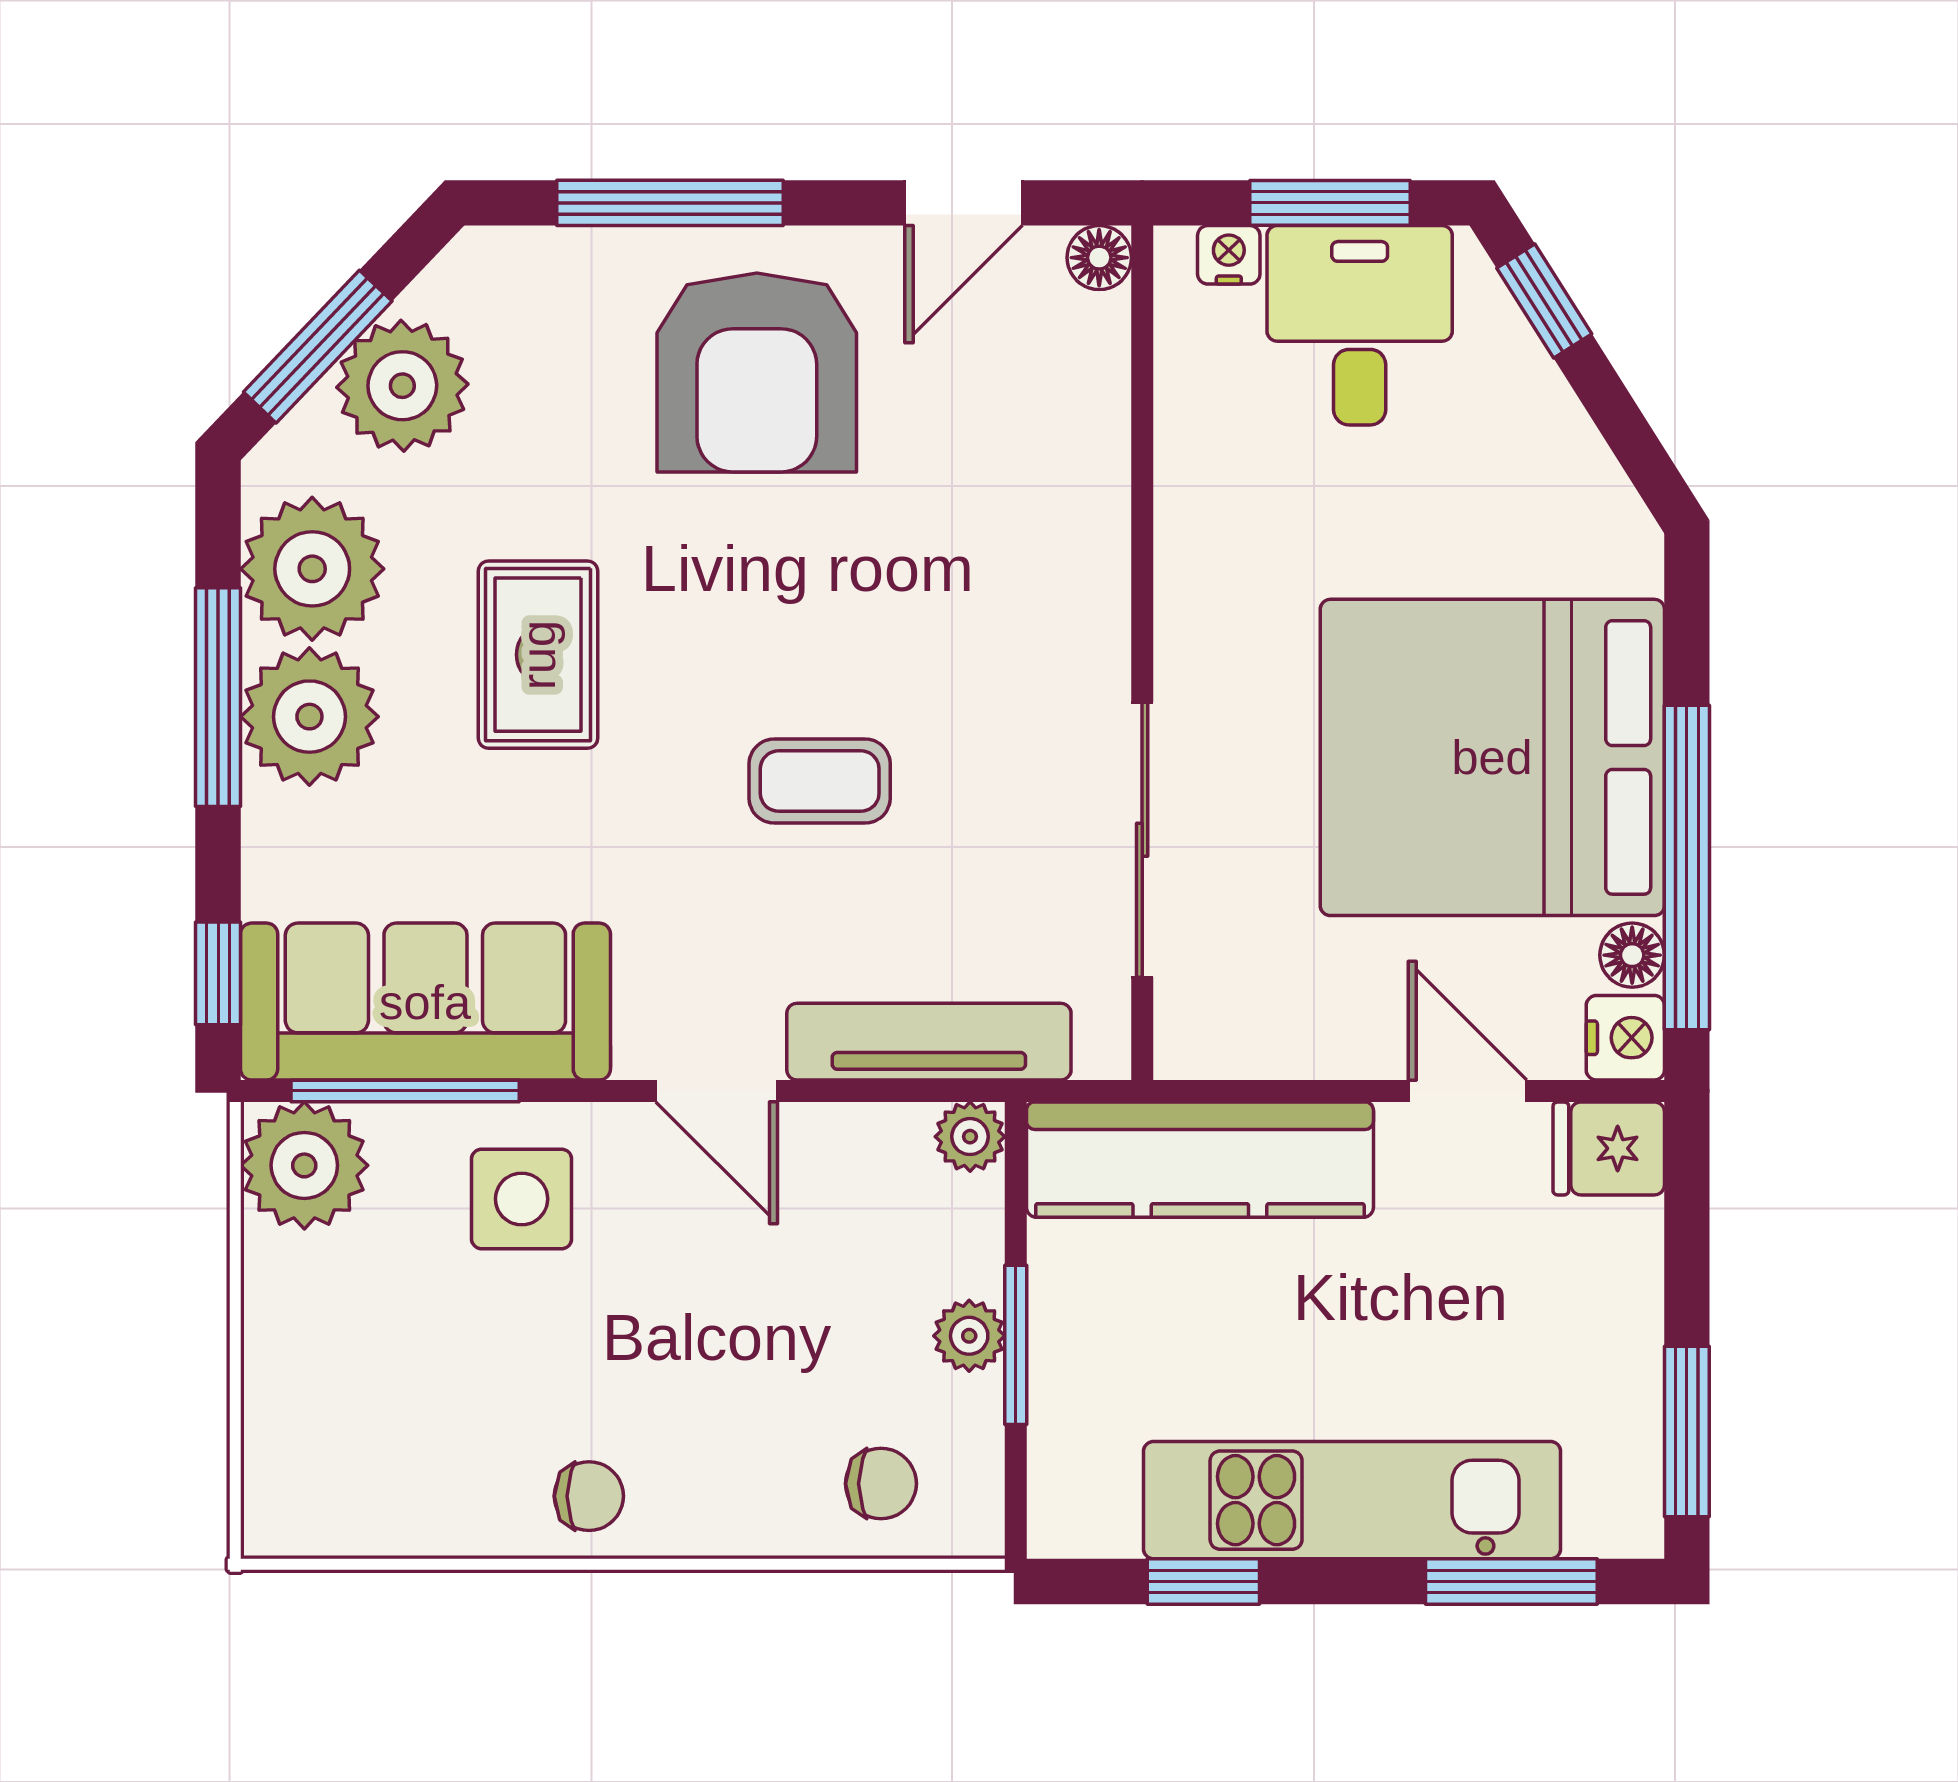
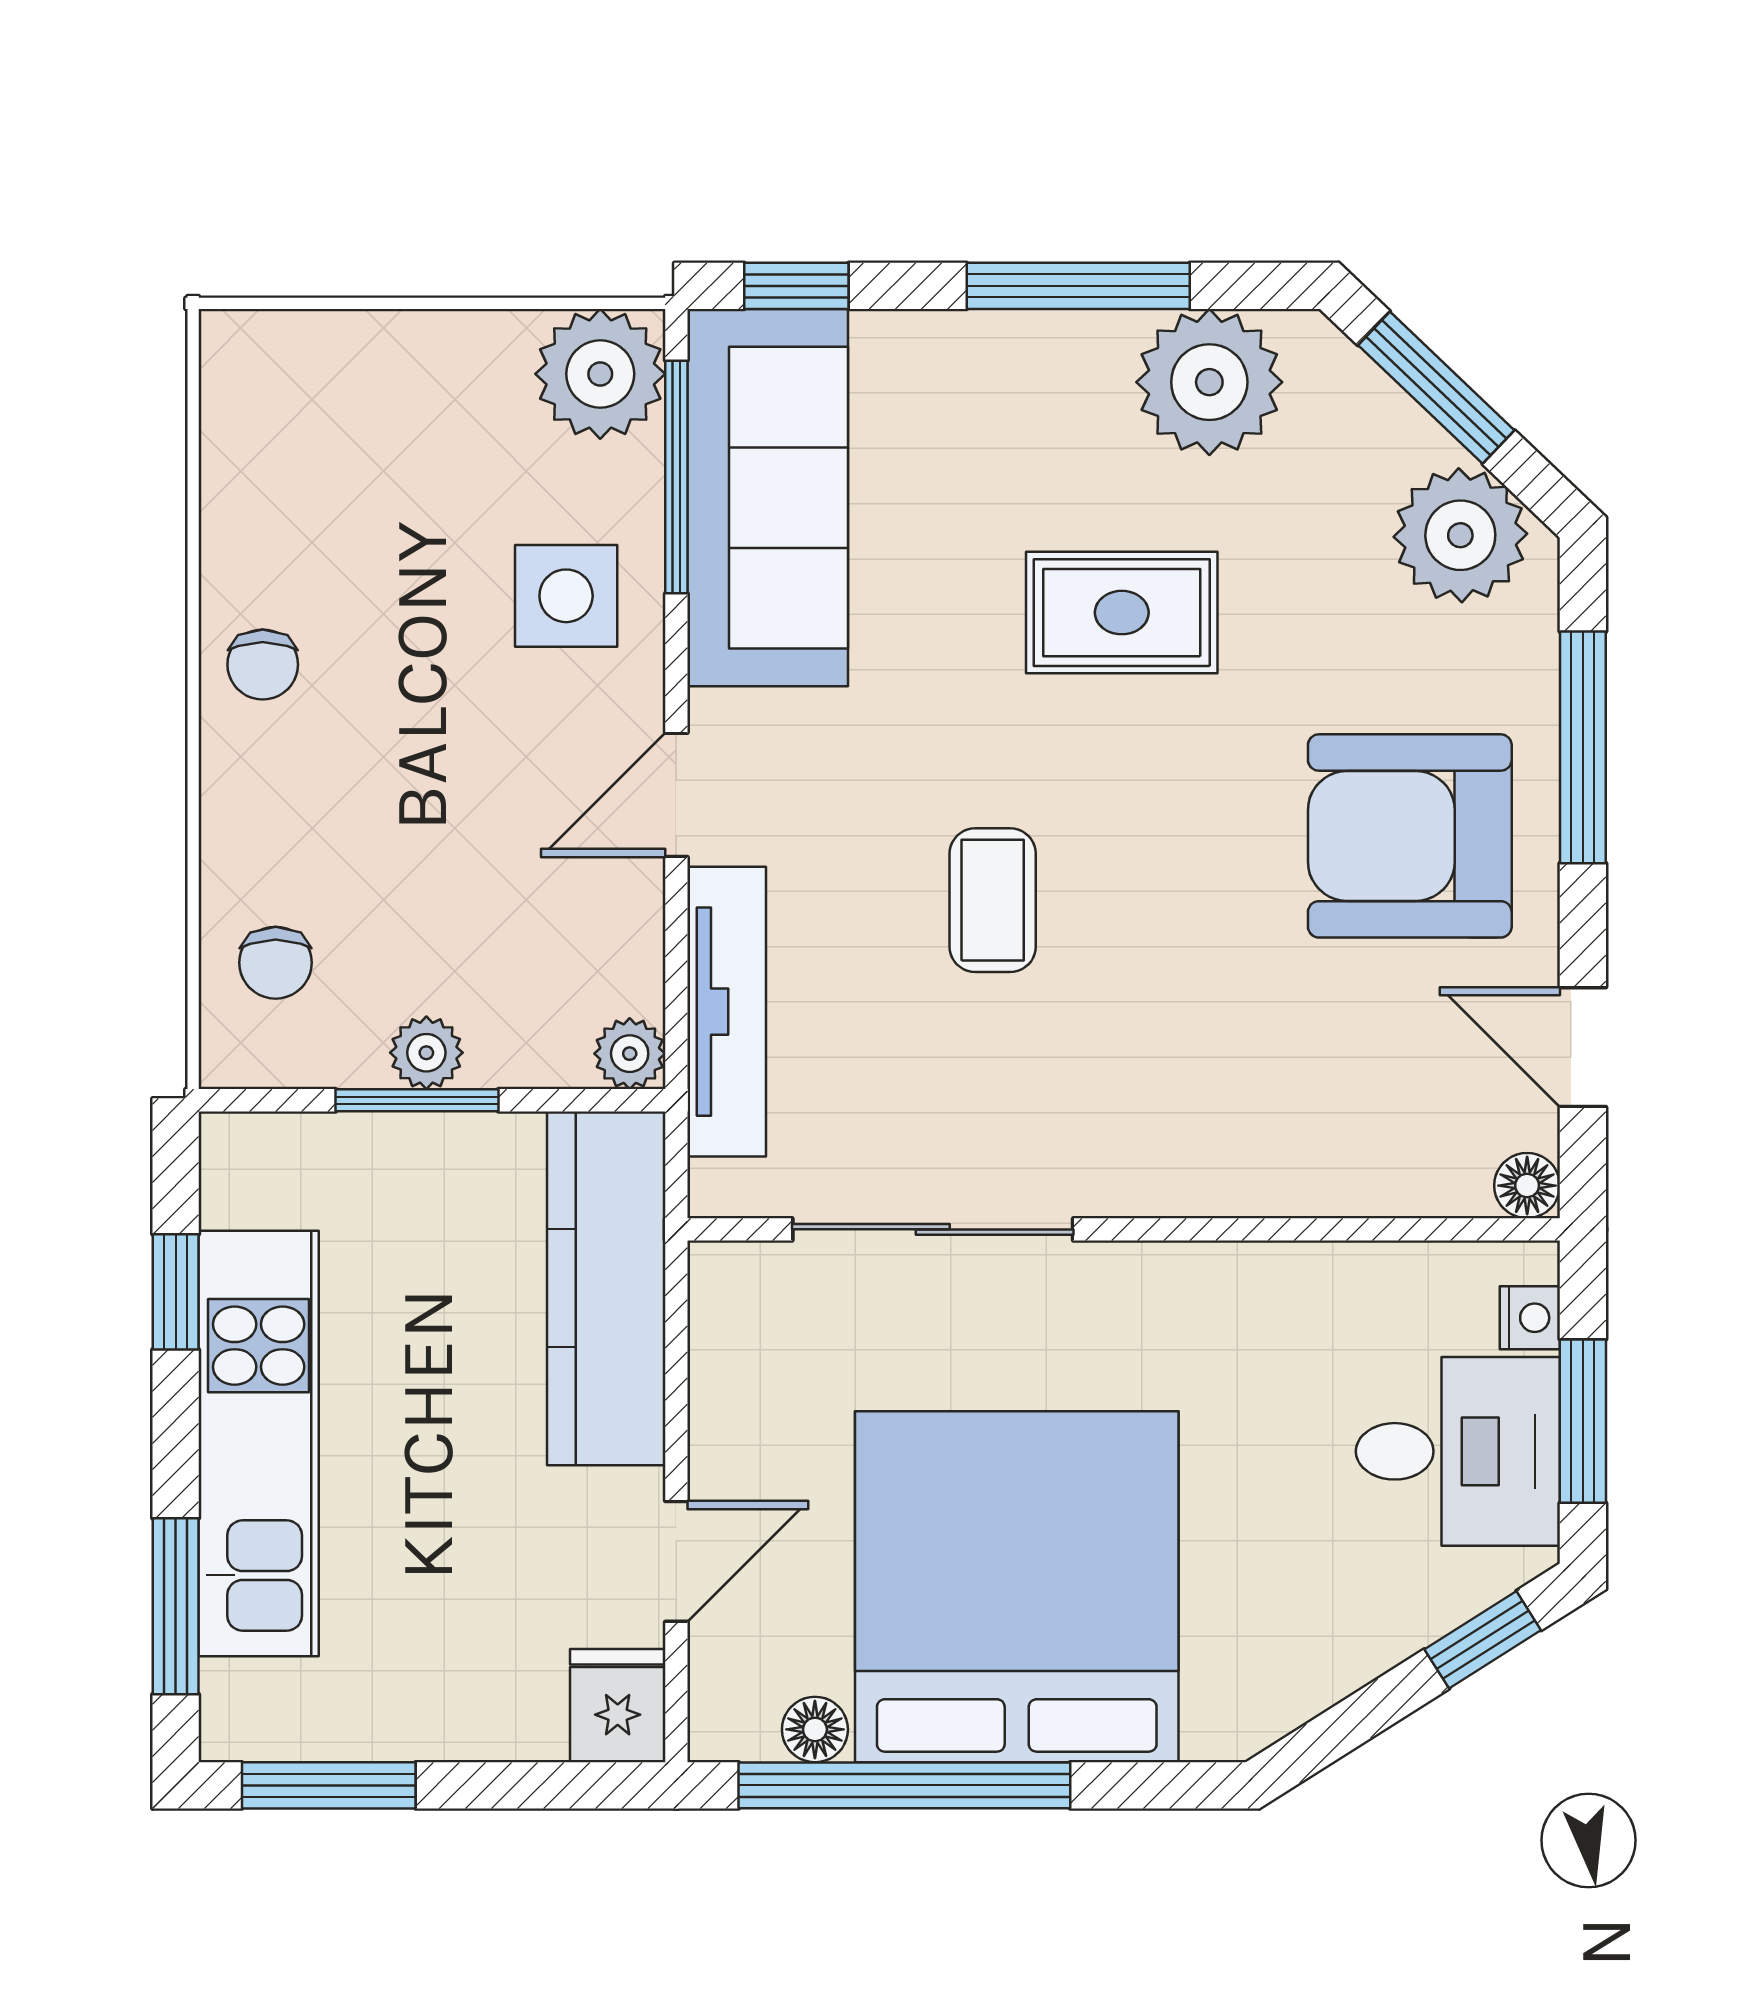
plant: (402, 386) -> (1460, 535), moved
plant: (309, 717) -> (1058, 379), removed
nightstand: (1625, 1038) -> (731, 1723), removed

